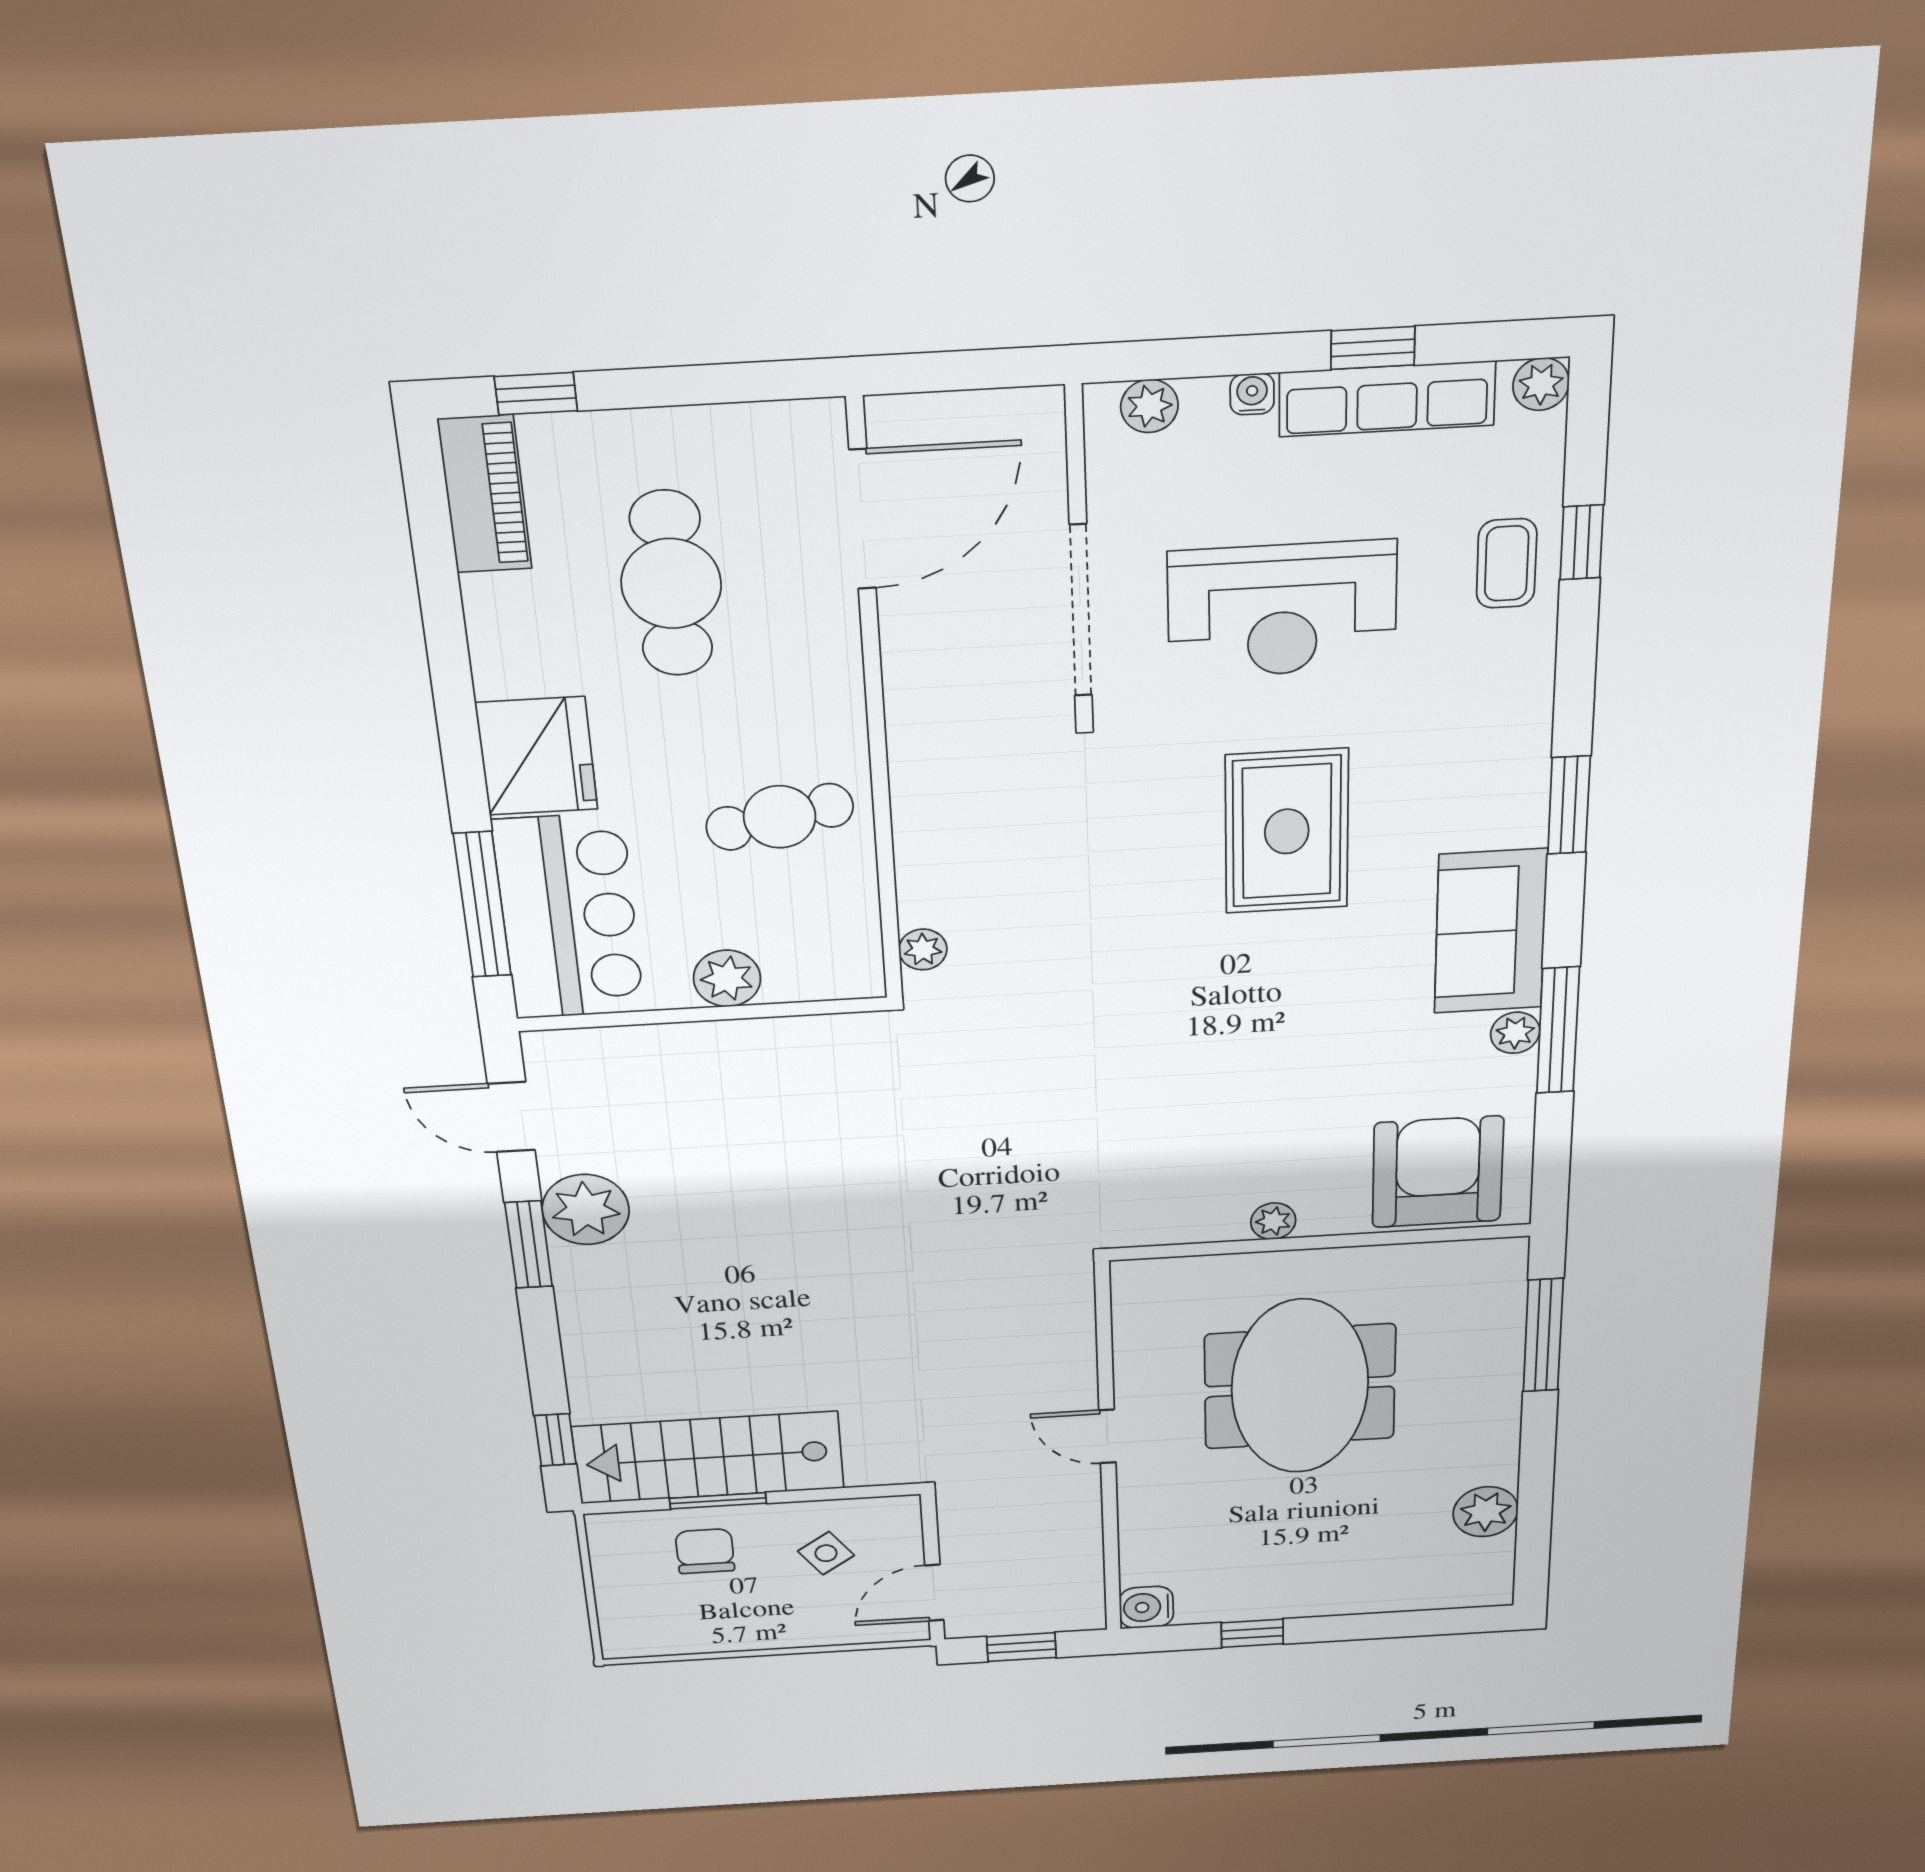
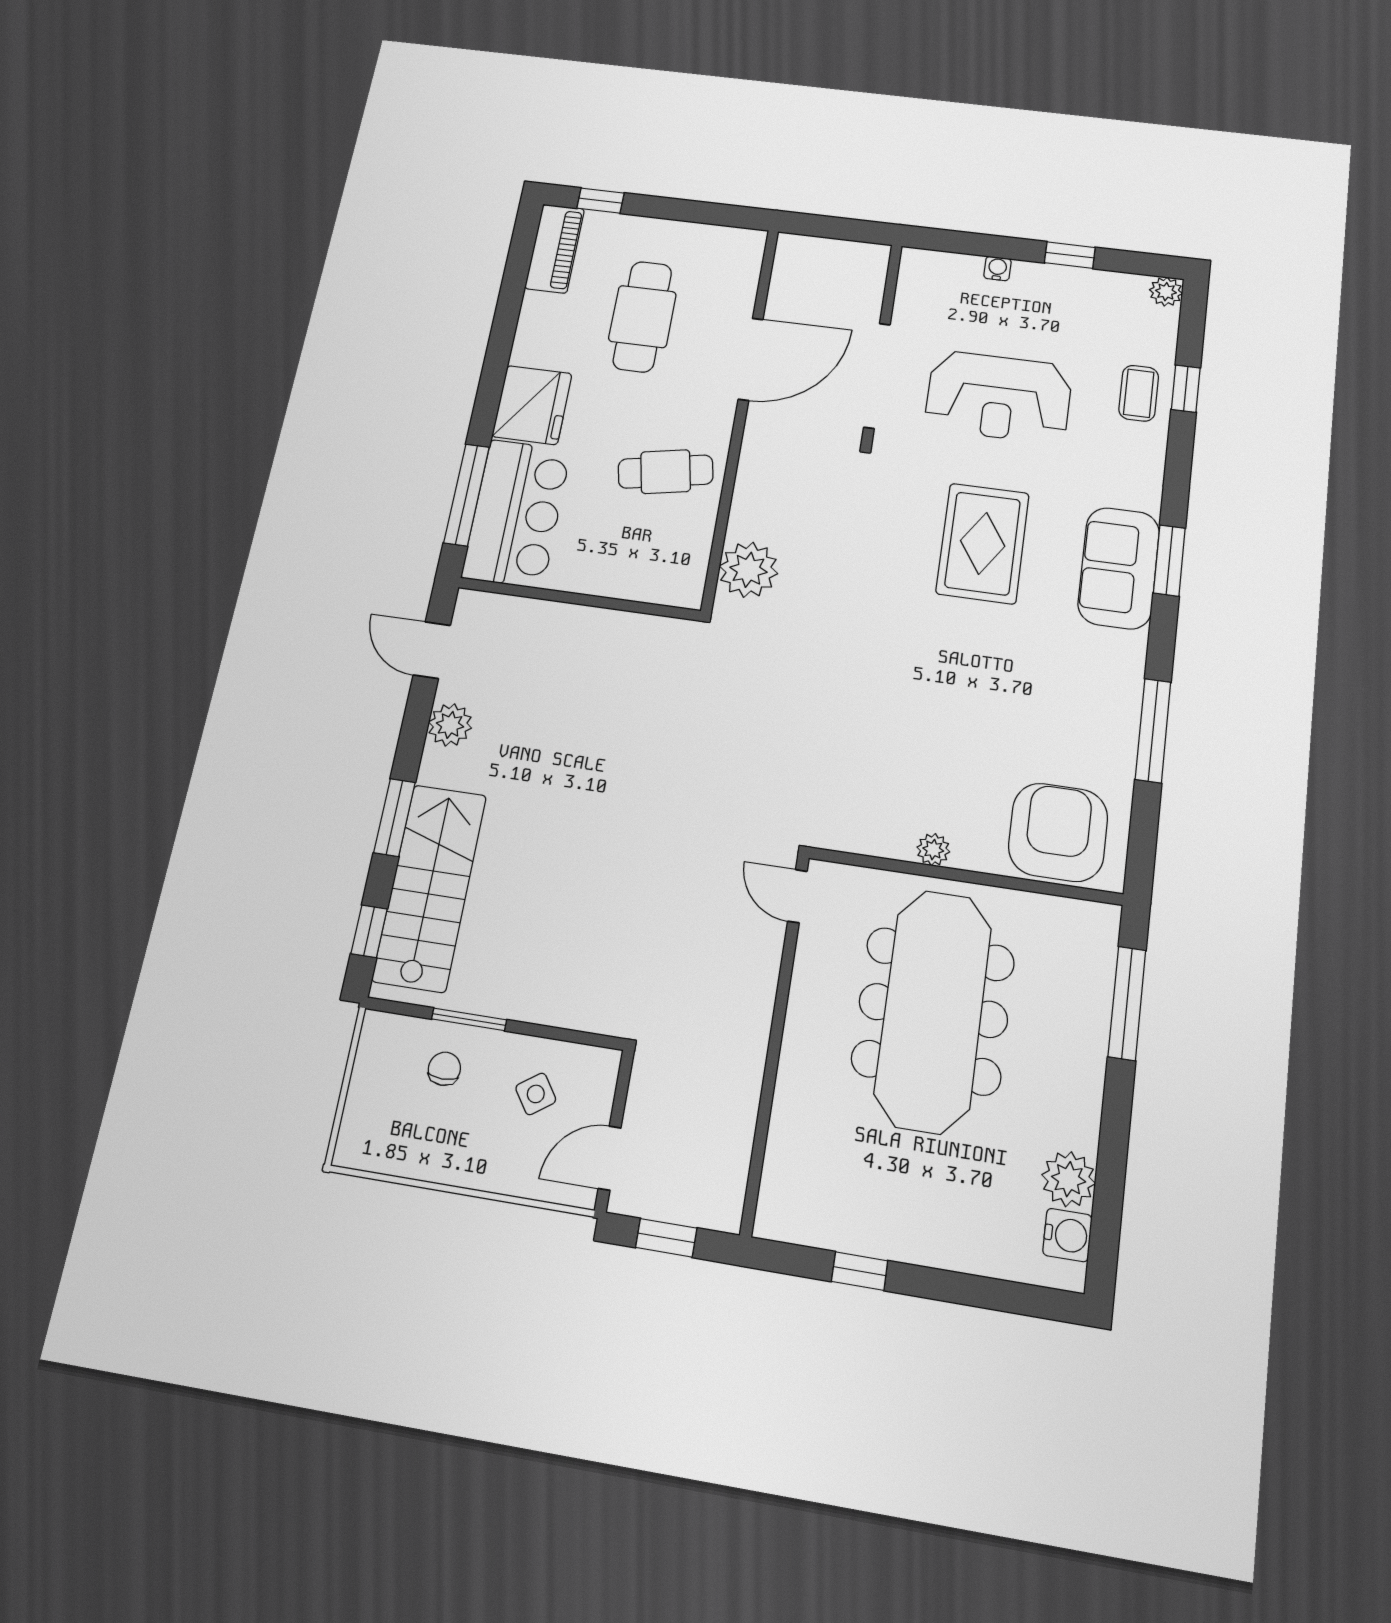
row of seats: (1387, 399) -> (1075, 284), removed
plant: (1149, 406) -> (938, 265), removed
door: (862, 519) -> (751, 359), moved
sofa: (1491, 931) -> (1119, 568), moved
plant: (923, 950) -> (748, 570), width x1.88, depth x1.88
plant: (727, 978) -> (602, 576), removed
plant: (1515, 1033) -> (1123, 726), removed
plant: (586, 1210) -> (450, 725), width x0.73, depth x0.73
window: (529, 1245) -> (394, 817), moved
meeting table: (1300, 1387) -> (933, 1010), width x1.36
door: (1107, 1436) -> (797, 896), moved
stairs: (709, 1458) -> (430, 887), moved, turned 90
chair: (705, 1551) -> (444, 1069), width x0.73, depth x0.73
water cooler: (1146, 1607) -> (1067, 1235), moved, turned 180

